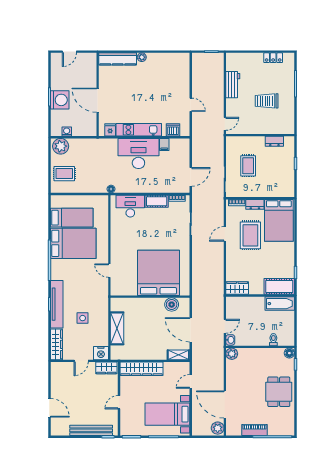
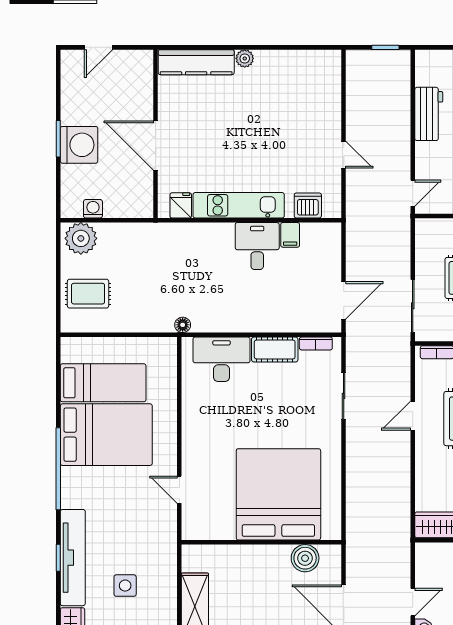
desk: (138, 154) -> (257, 246), width x0.53, depth x0.77

